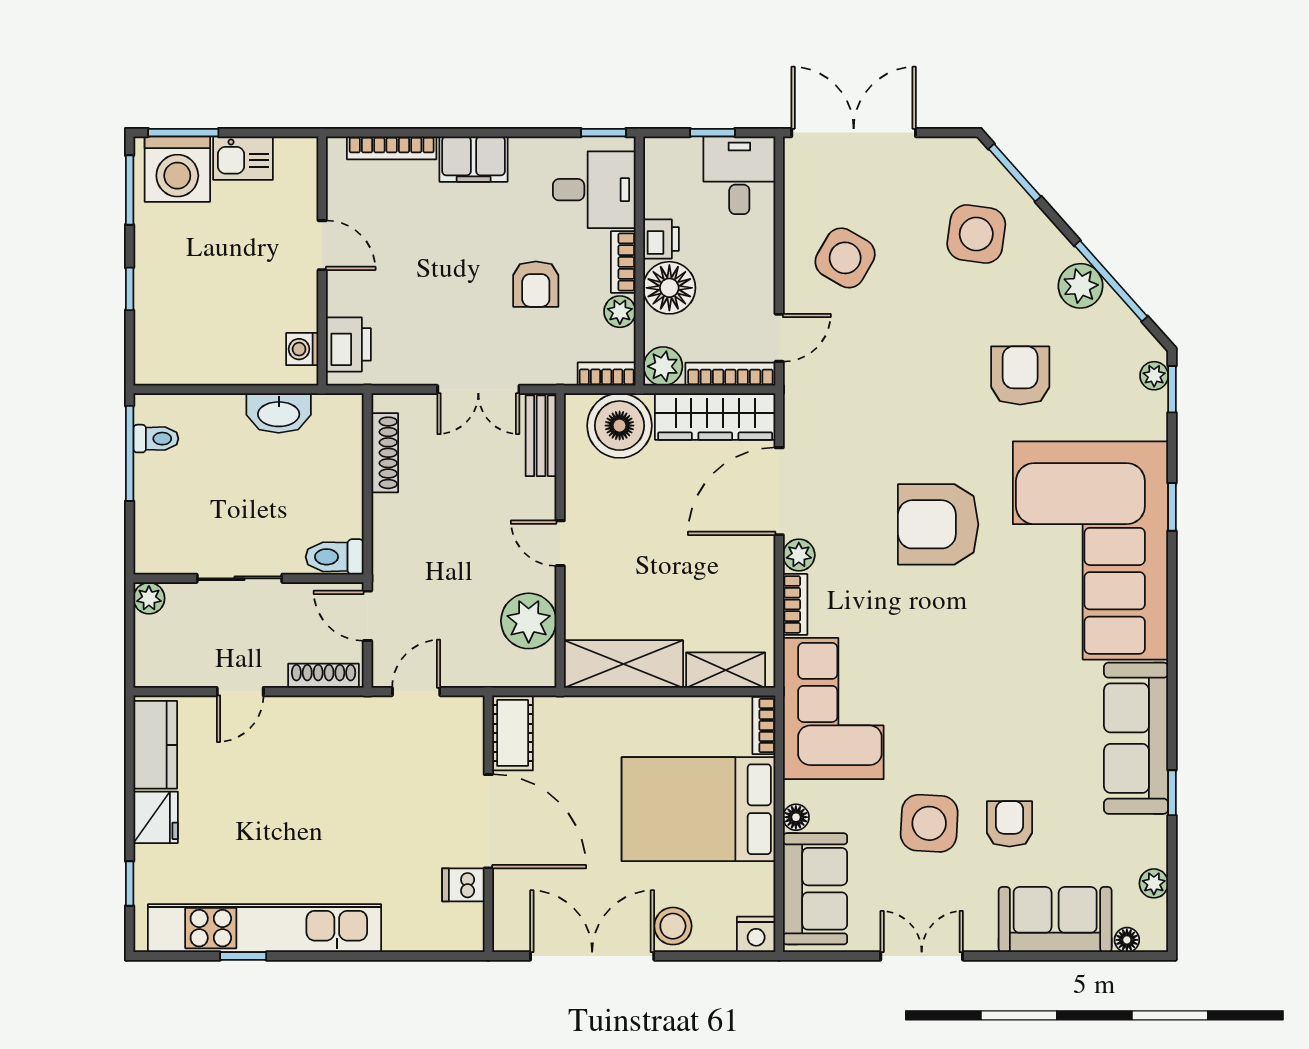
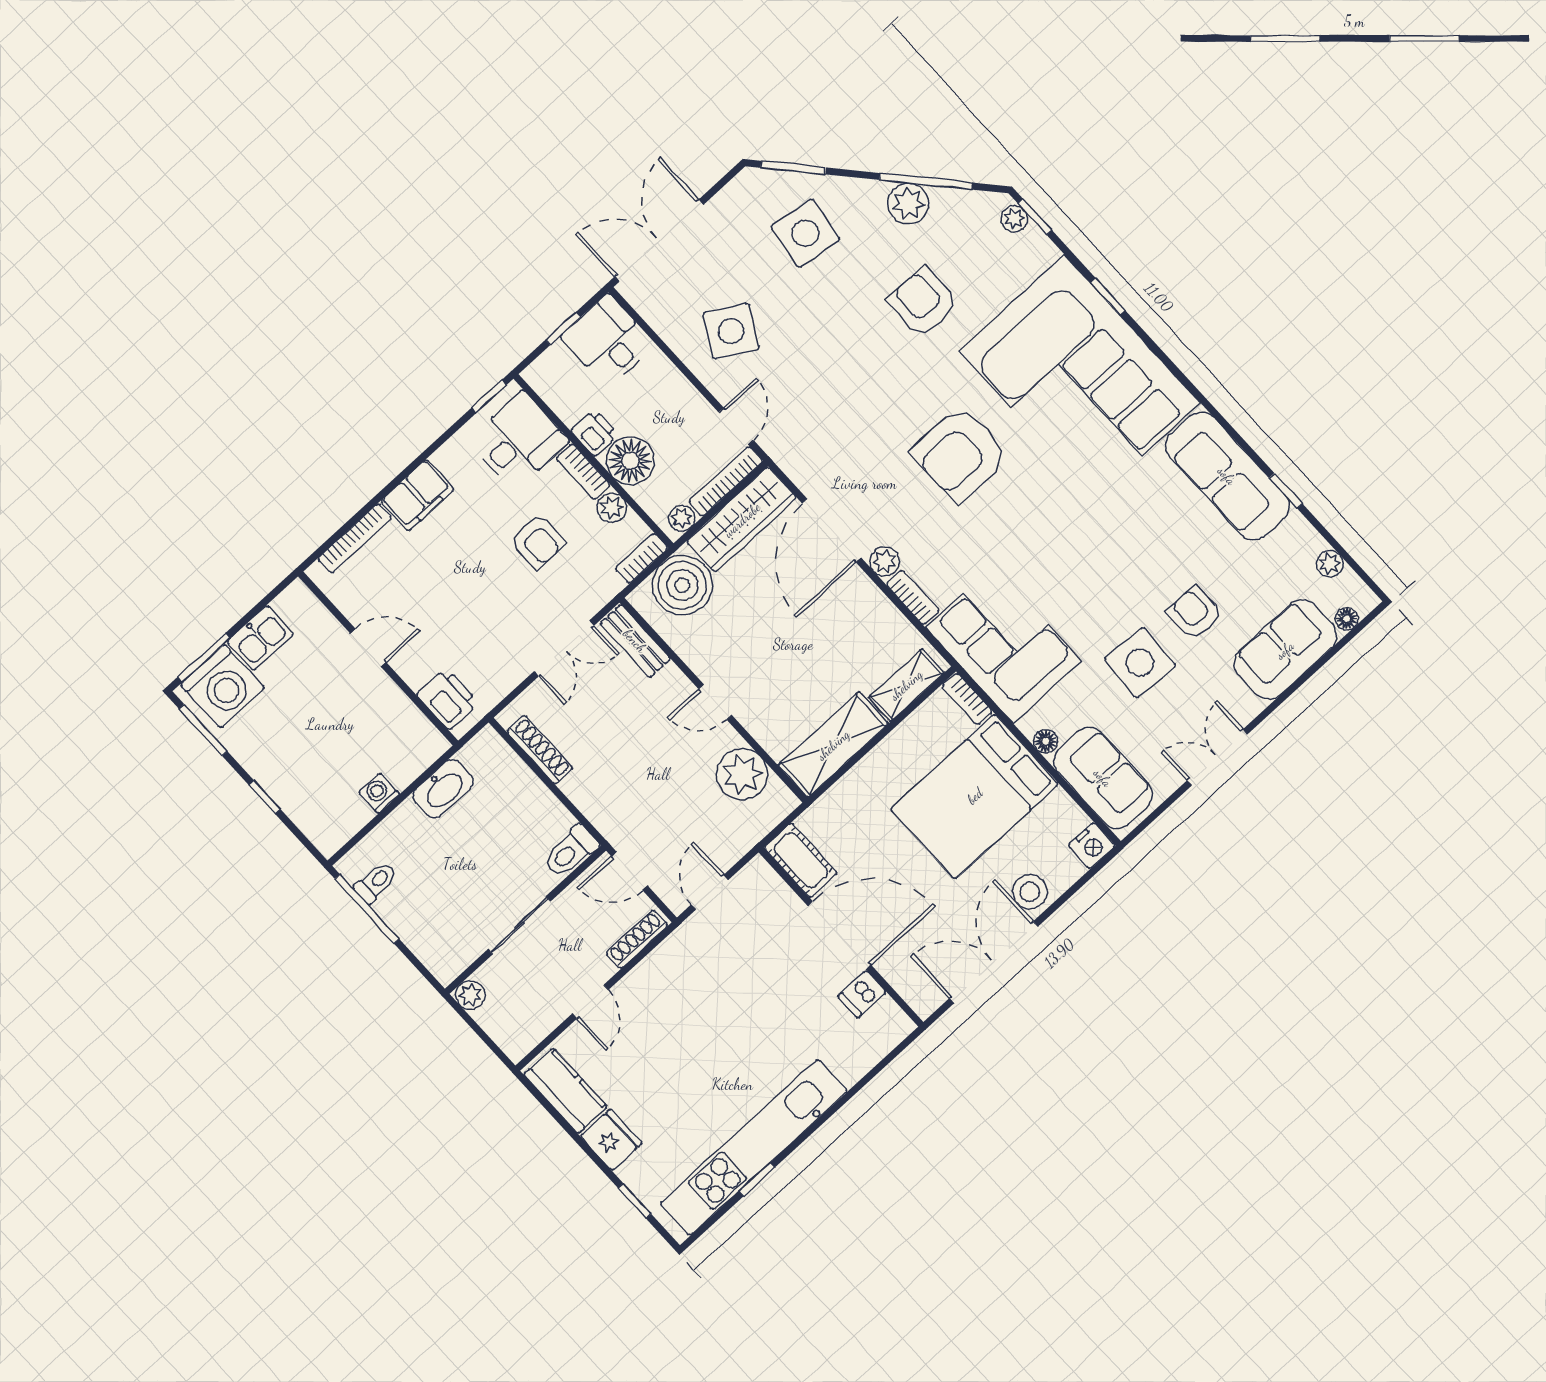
washing machine: (302, 349) -> (379, 793), moved, turned 90
plant: (663, 366) -> (682, 518), width x0.73, depth x0.73

